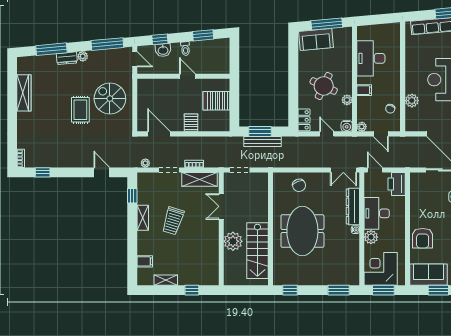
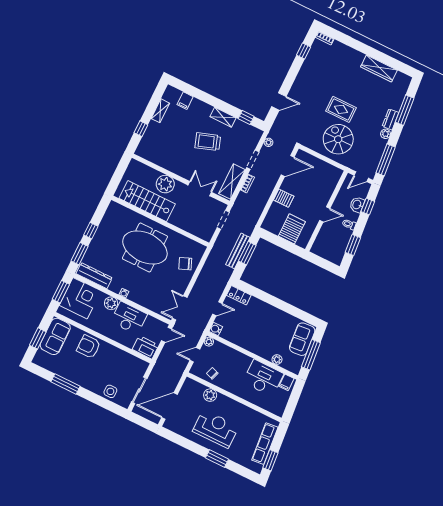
round table: (324, 86) -> (259, 326), removed
filing cabinet: (364, 90) -> (286, 382), moved
spiral stairs: (110, 99) -> (338, 139), turned -90
plant: (347, 100) -> (277, 360), moved
dresser: (353, 206) -> (94, 276), moved
trolley: (173, 221) -> (208, 142), turned -36
window: (290, 290) -> (91, 231), moved

